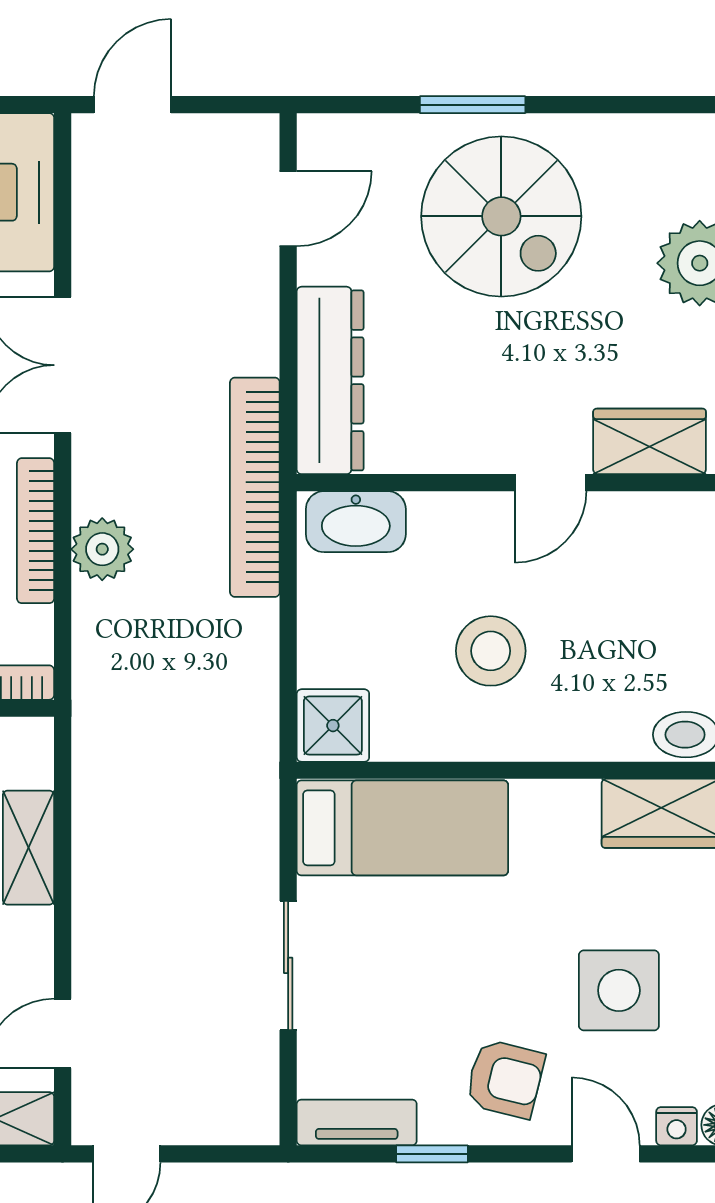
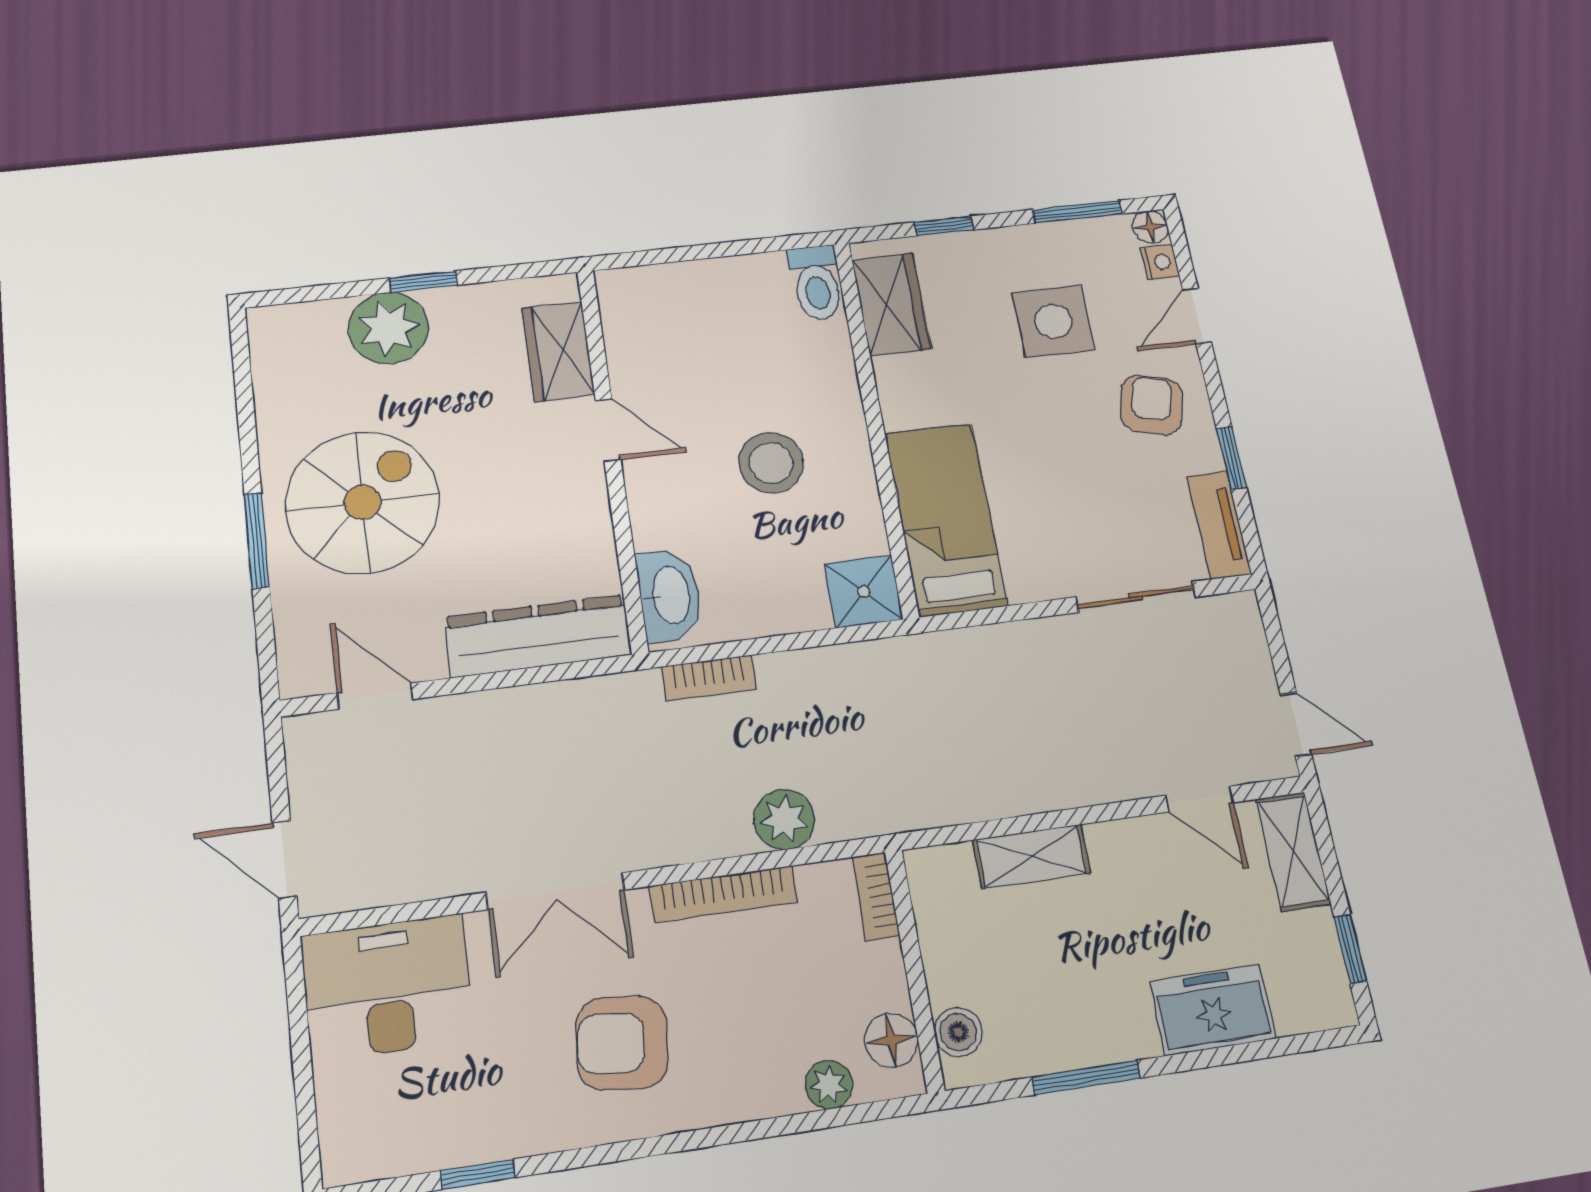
bookcase: (255, 487) -> (709, 678), width x0.43, depth x0.76
plant: (102, 549) -> (784, 819), moved
sliding door: (288, 965) -> (1136, 597), moved

